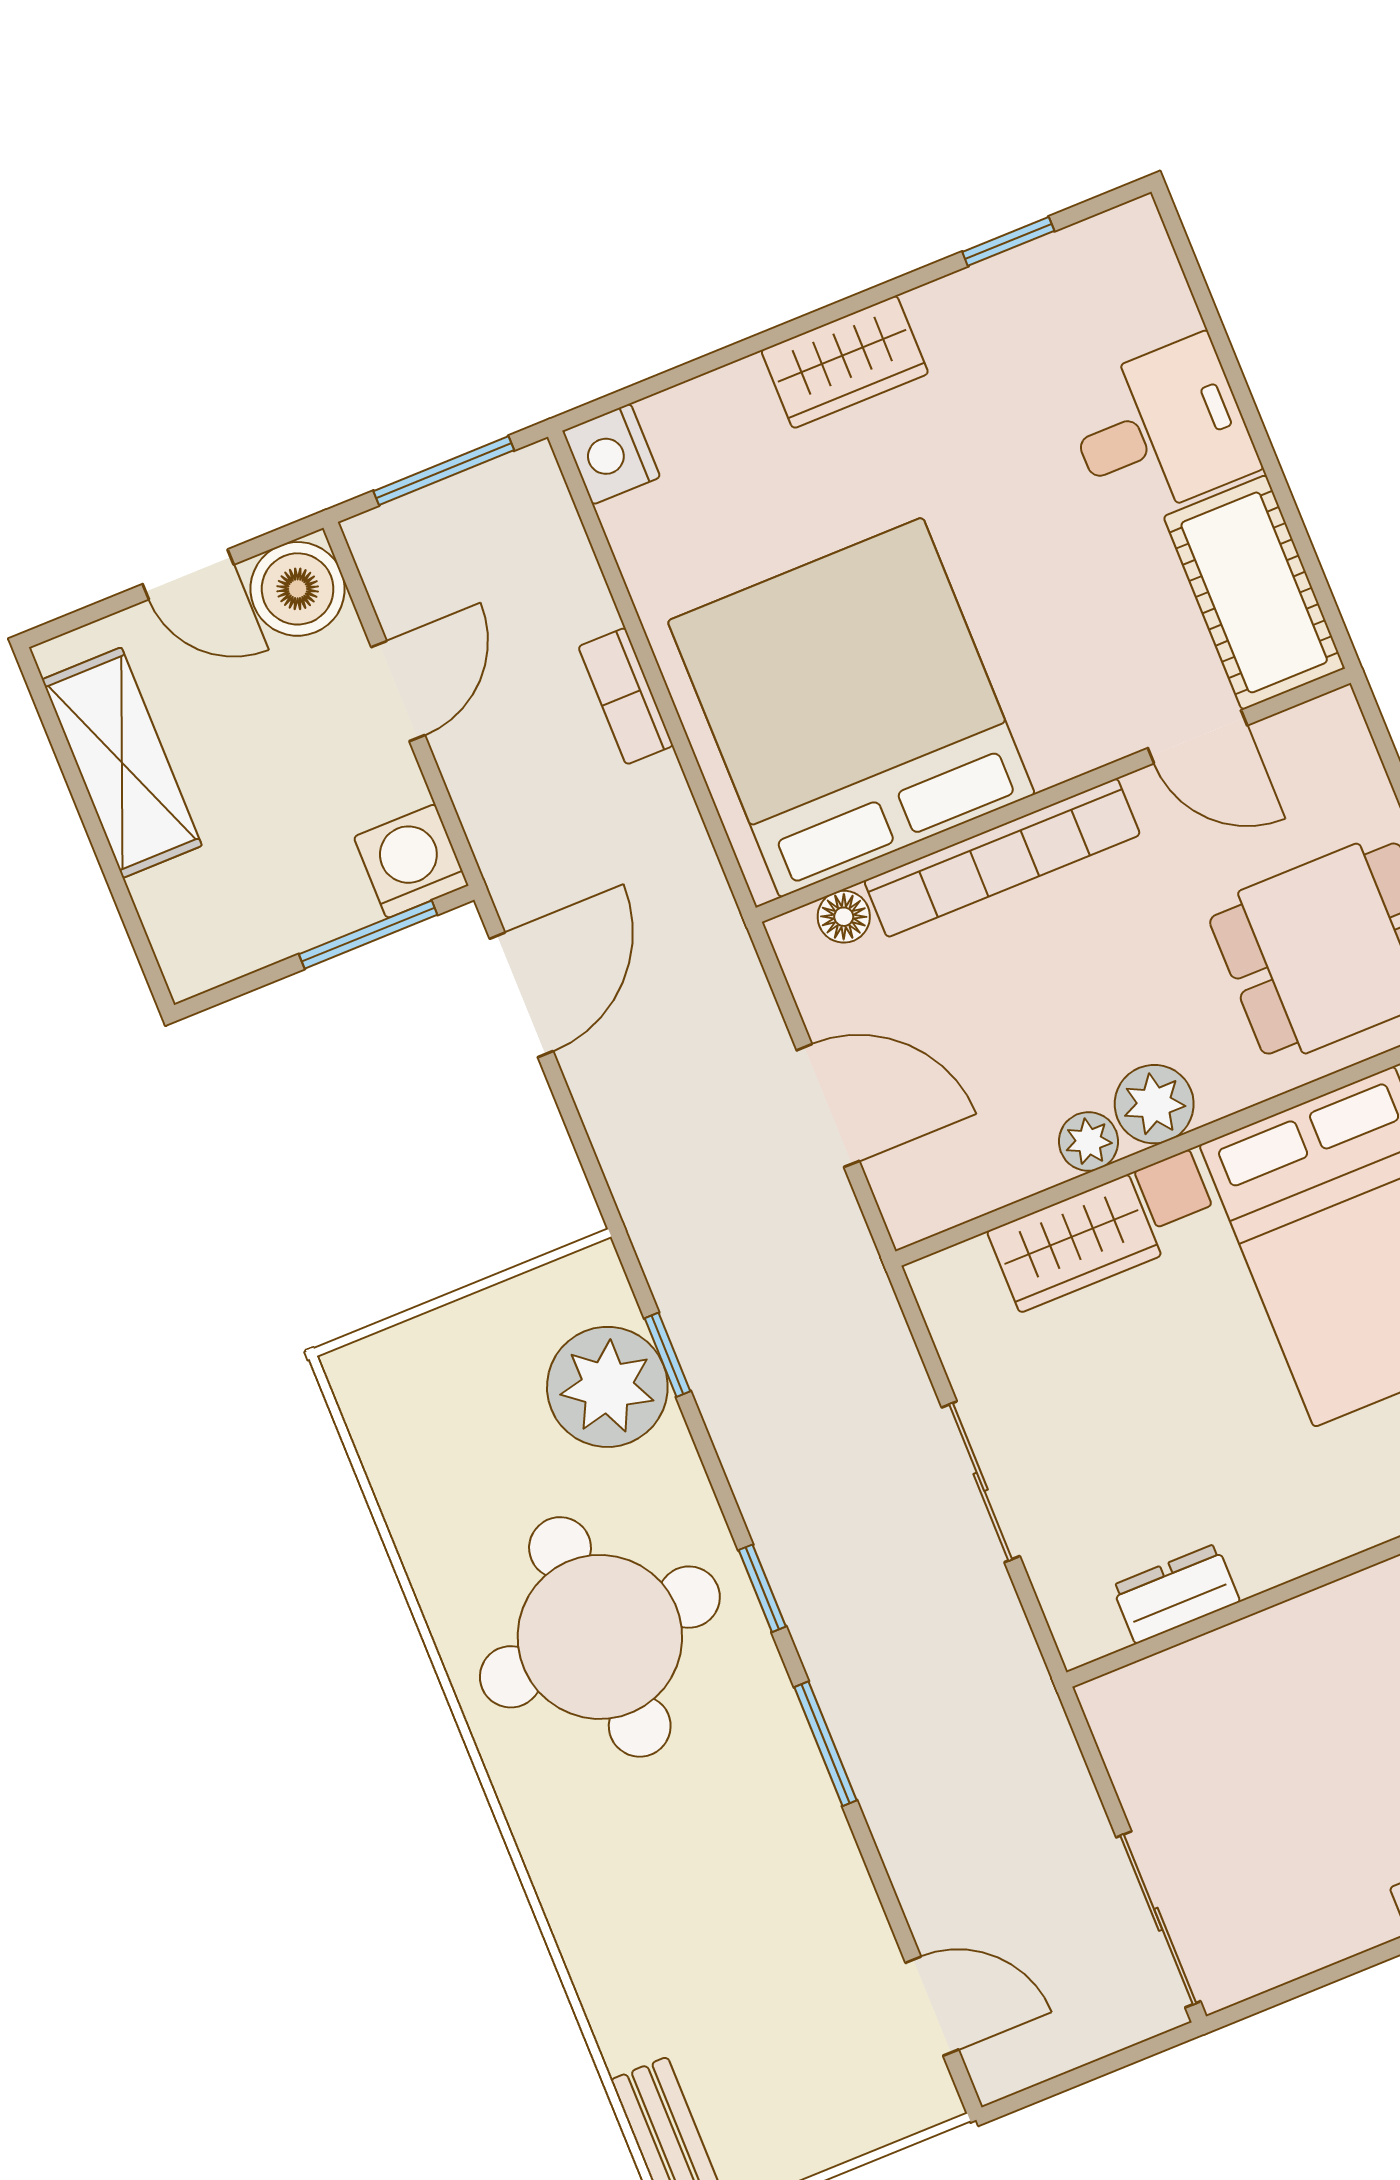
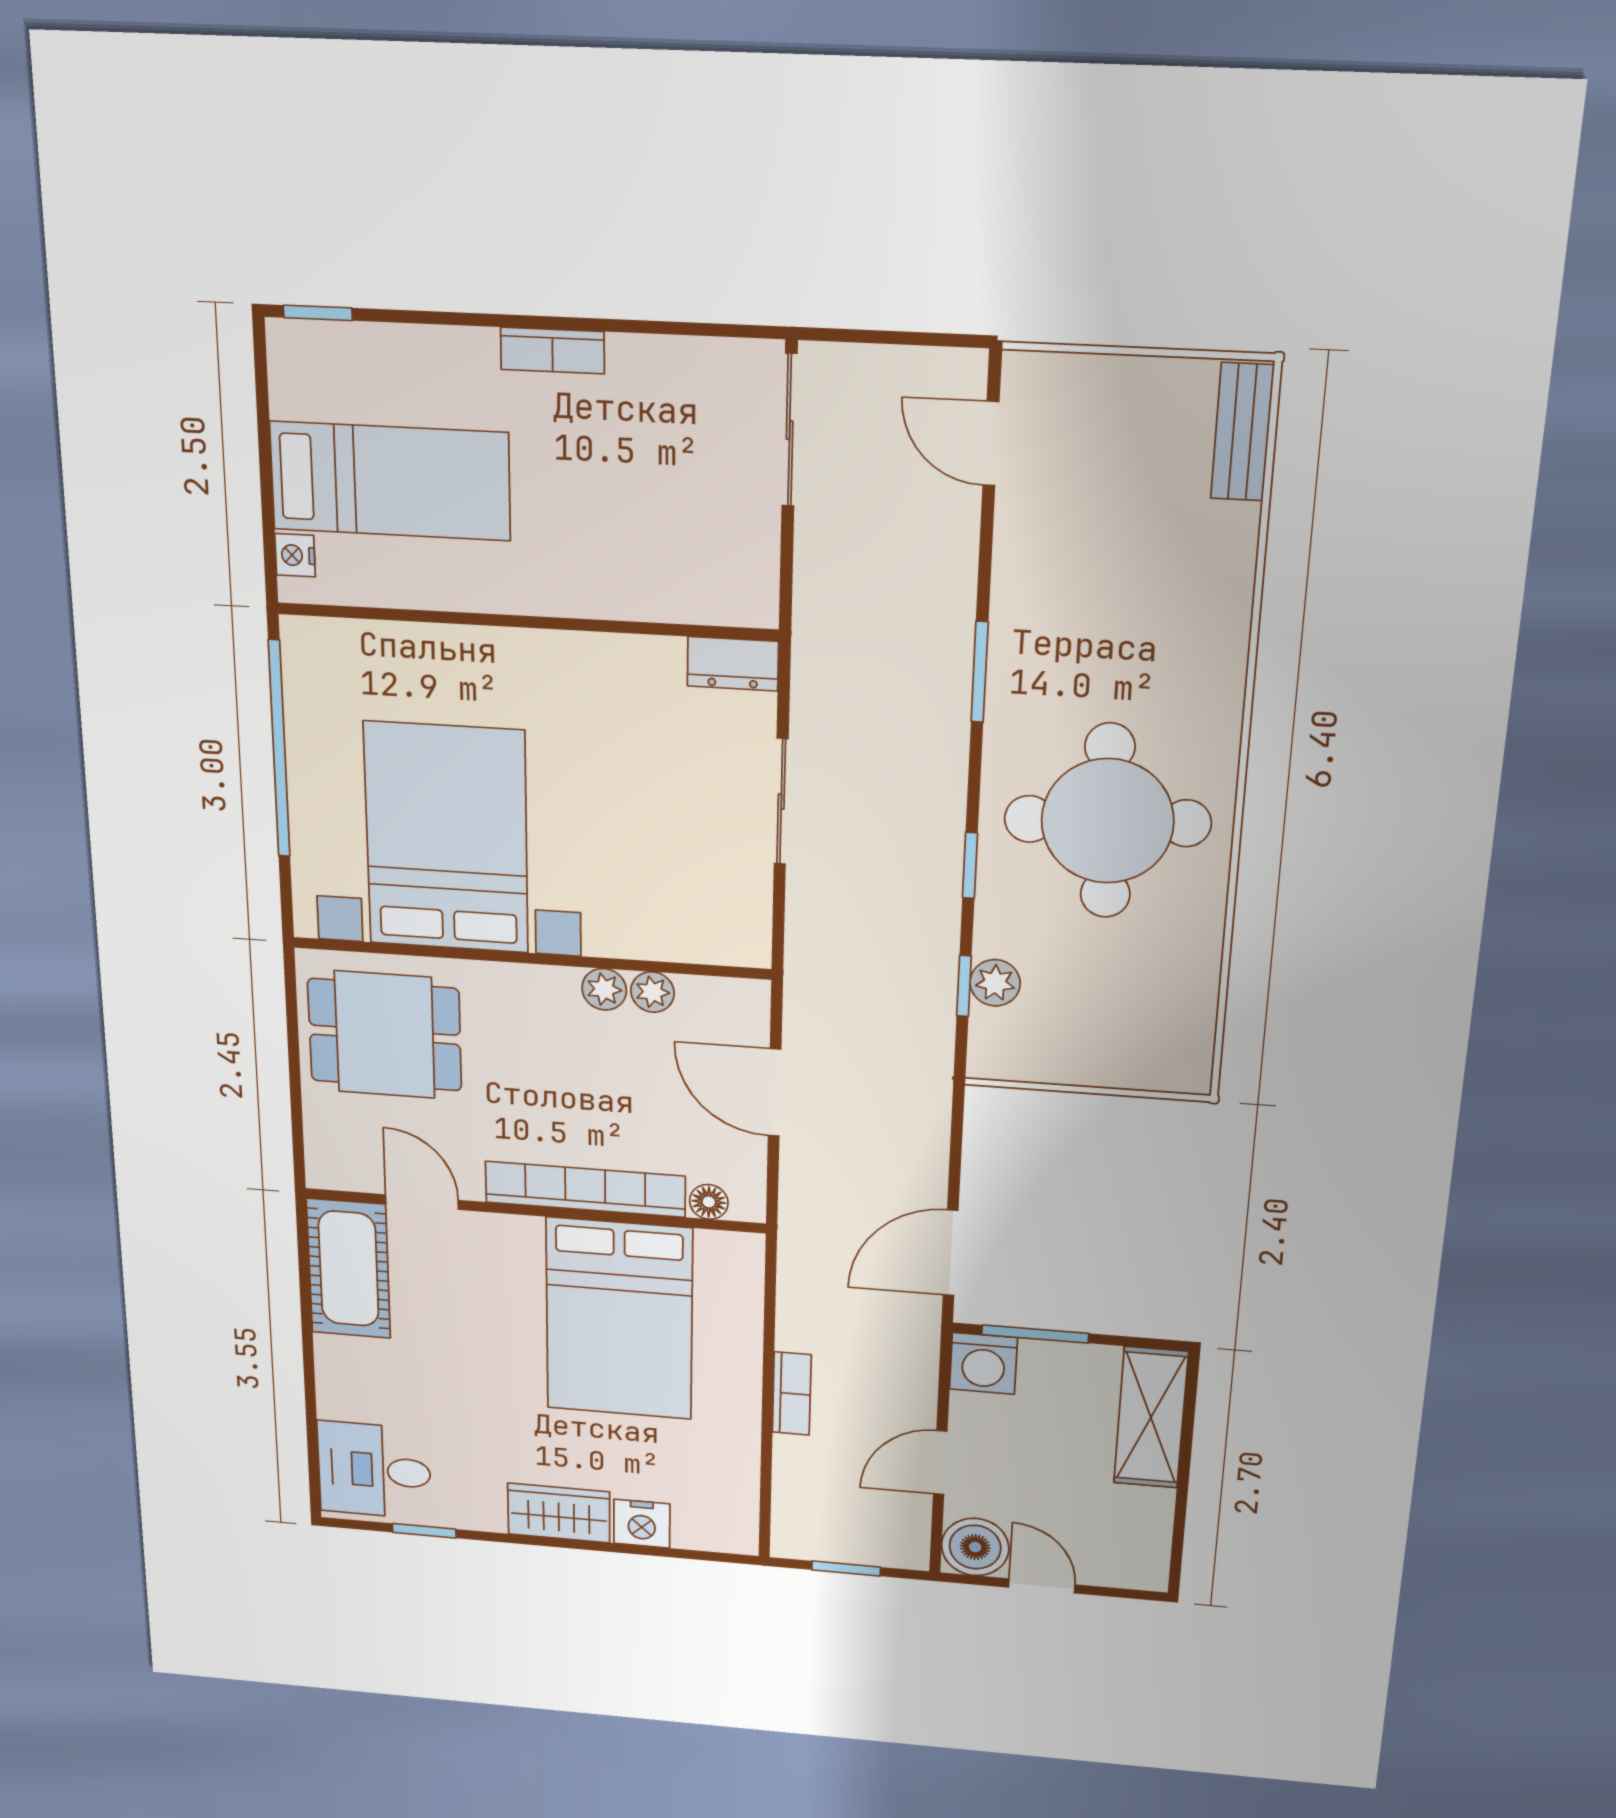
desk: (1160, 430) -> (374, 1470), moved
nightstand: (611, 454) -> (642, 1524), moved, turned 90
window: (444, 471) -> (846, 1568), width x0.67
bed: (851, 707) -> (619, 1319), width x0.73
shelving: (122, 763) -> (1151, 1418), moved
plant: (1154, 1104) -> (653, 992), moved, width x0.73, depth x0.73
wardrobe: (1074, 1243) -> (643, 929), removed
plant: (607, 1387) -> (995, 983), width x0.53, depth x0.53
window: (762, 1588) -> (970, 865), moved
dresser: (1176, 1594) -> (733, 664), moved

